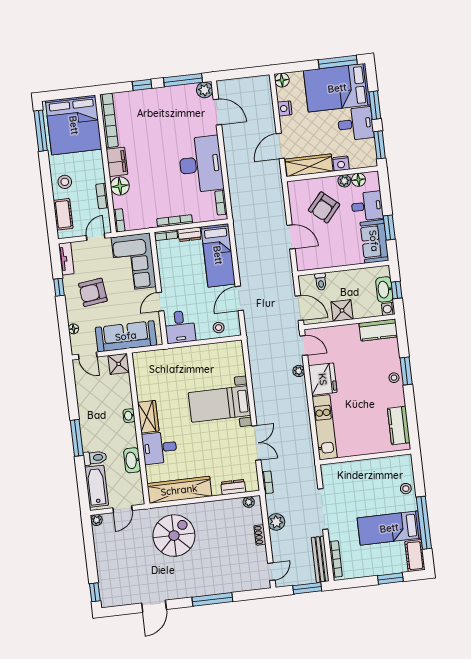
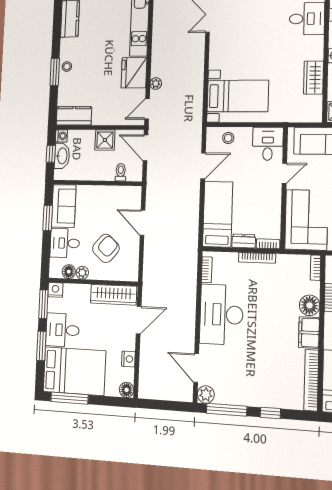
nightstand: (341, 164) -> (55, 290), moved
door: (304, 346) -> (147, 109), hinge flipped
bed with nightstands: (220, 404) -> (238, 96), moved
wardrobe: (148, 417) -> (314, 78), moved

